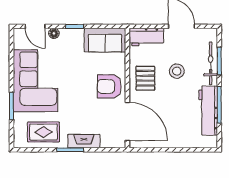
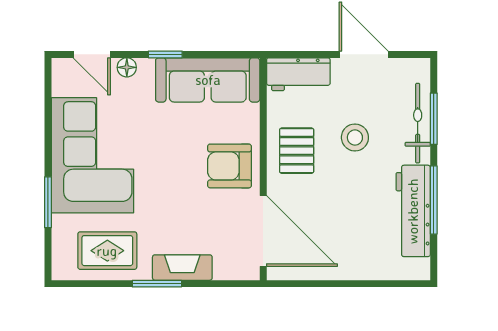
sofa: (105, 40) -> (208, 80), width x1.36

